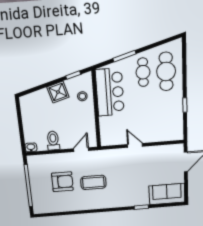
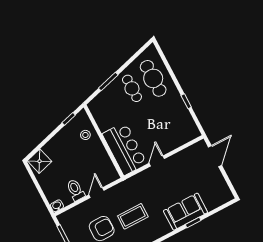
shower: (58, 92) -> (40, 161), moved
bar counter: (110, 92) -> (125, 149), moved
door: (135, 145) -> (157, 161), hinge flipped
door: (81, 150) -> (96, 193), moved
sofa: (167, 194) -> (186, 212), moved

